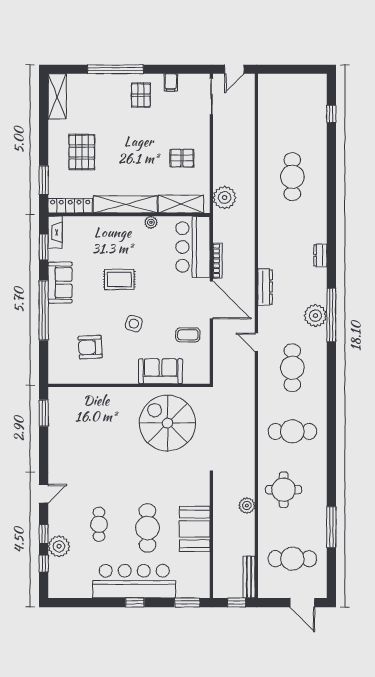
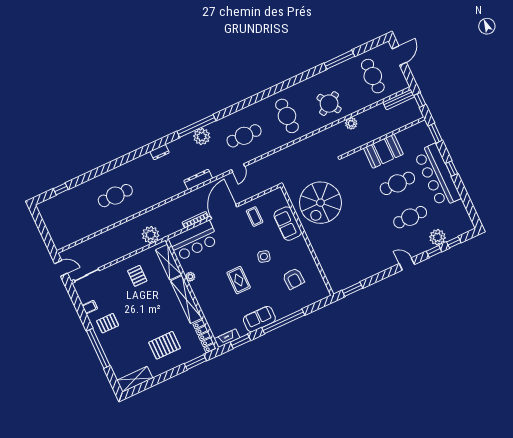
round table: (284, 490) -> (329, 104), turned -31
cafe table: (99, 524) -> (410, 217), width x1.37, depth x1.35

